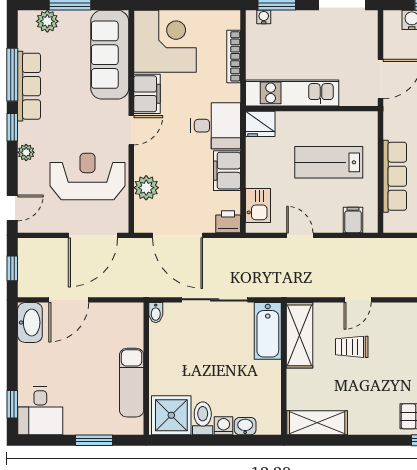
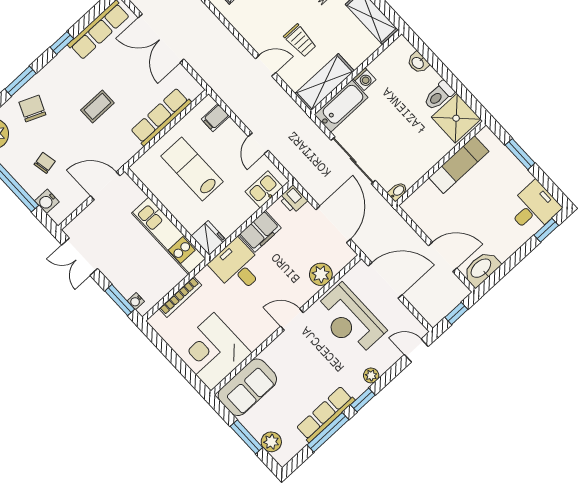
sofa: (110, 55) -> (247, 387), width x0.73
filing cabinet: (147, 94) -> (258, 331), removed
lab bench: (329, 162) -> (192, 169), turned 180
washing machine: (224, 426) -> (365, 79), moved, turned -90

